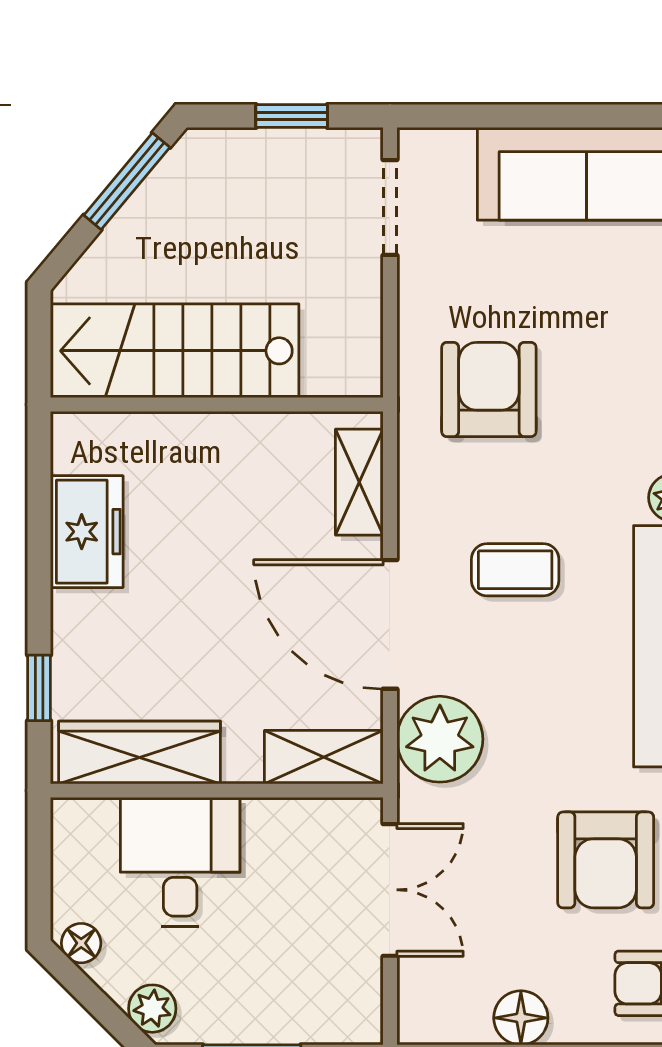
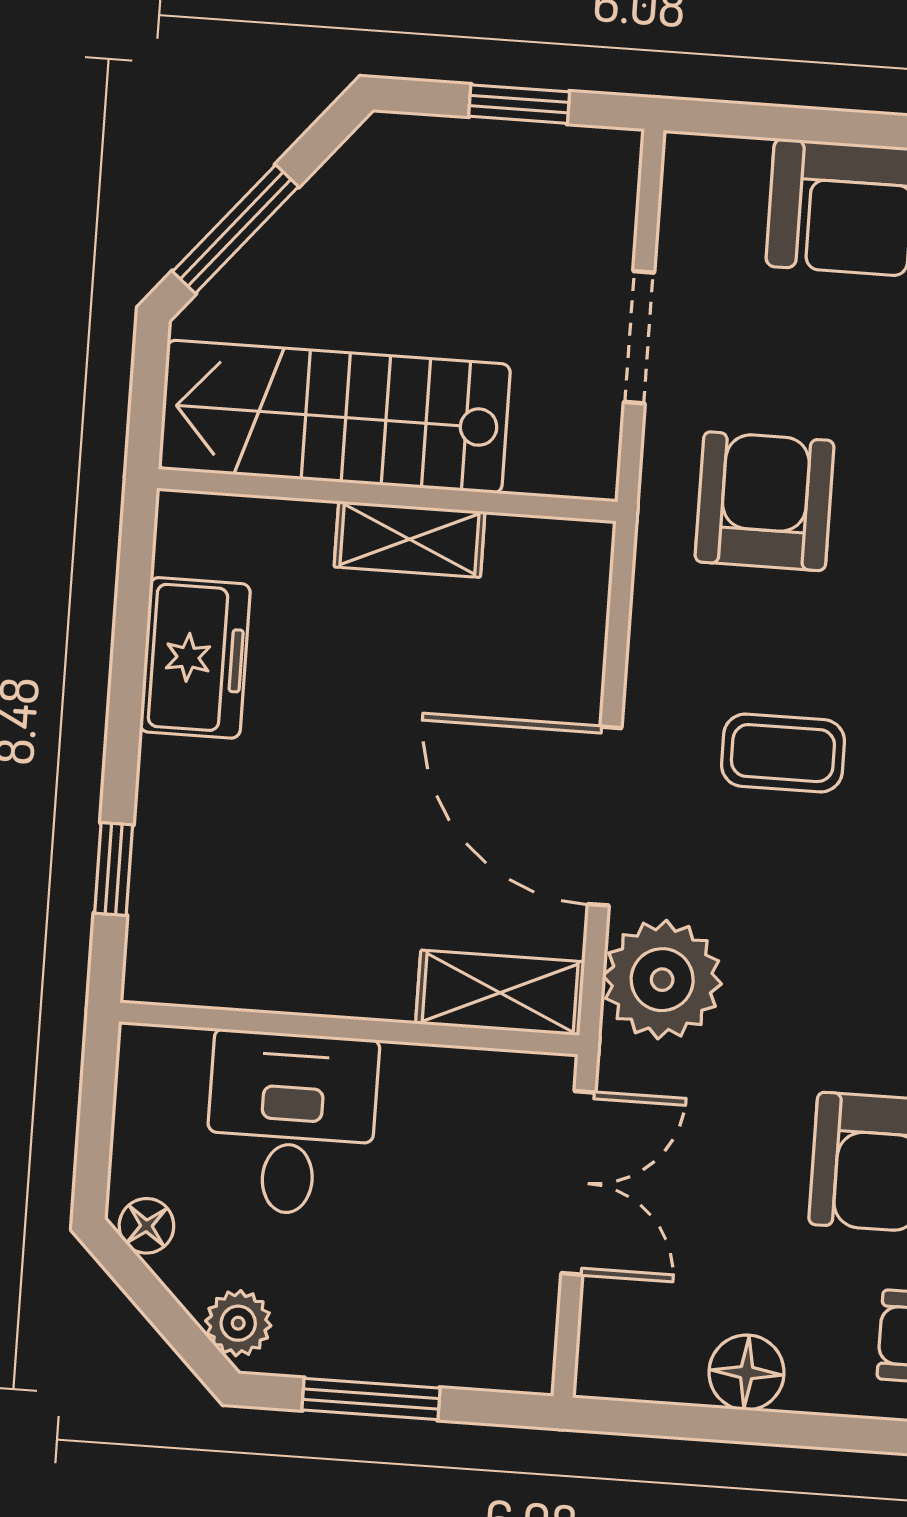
window: (127, 181) -> (236, 229), moved
doorway: (390, 207) -> (639, 337), moved
shelving: (359, 482) -> (410, 539), moved, turned 90
wardrobe: (139, 752) -> (246, 968), removed

